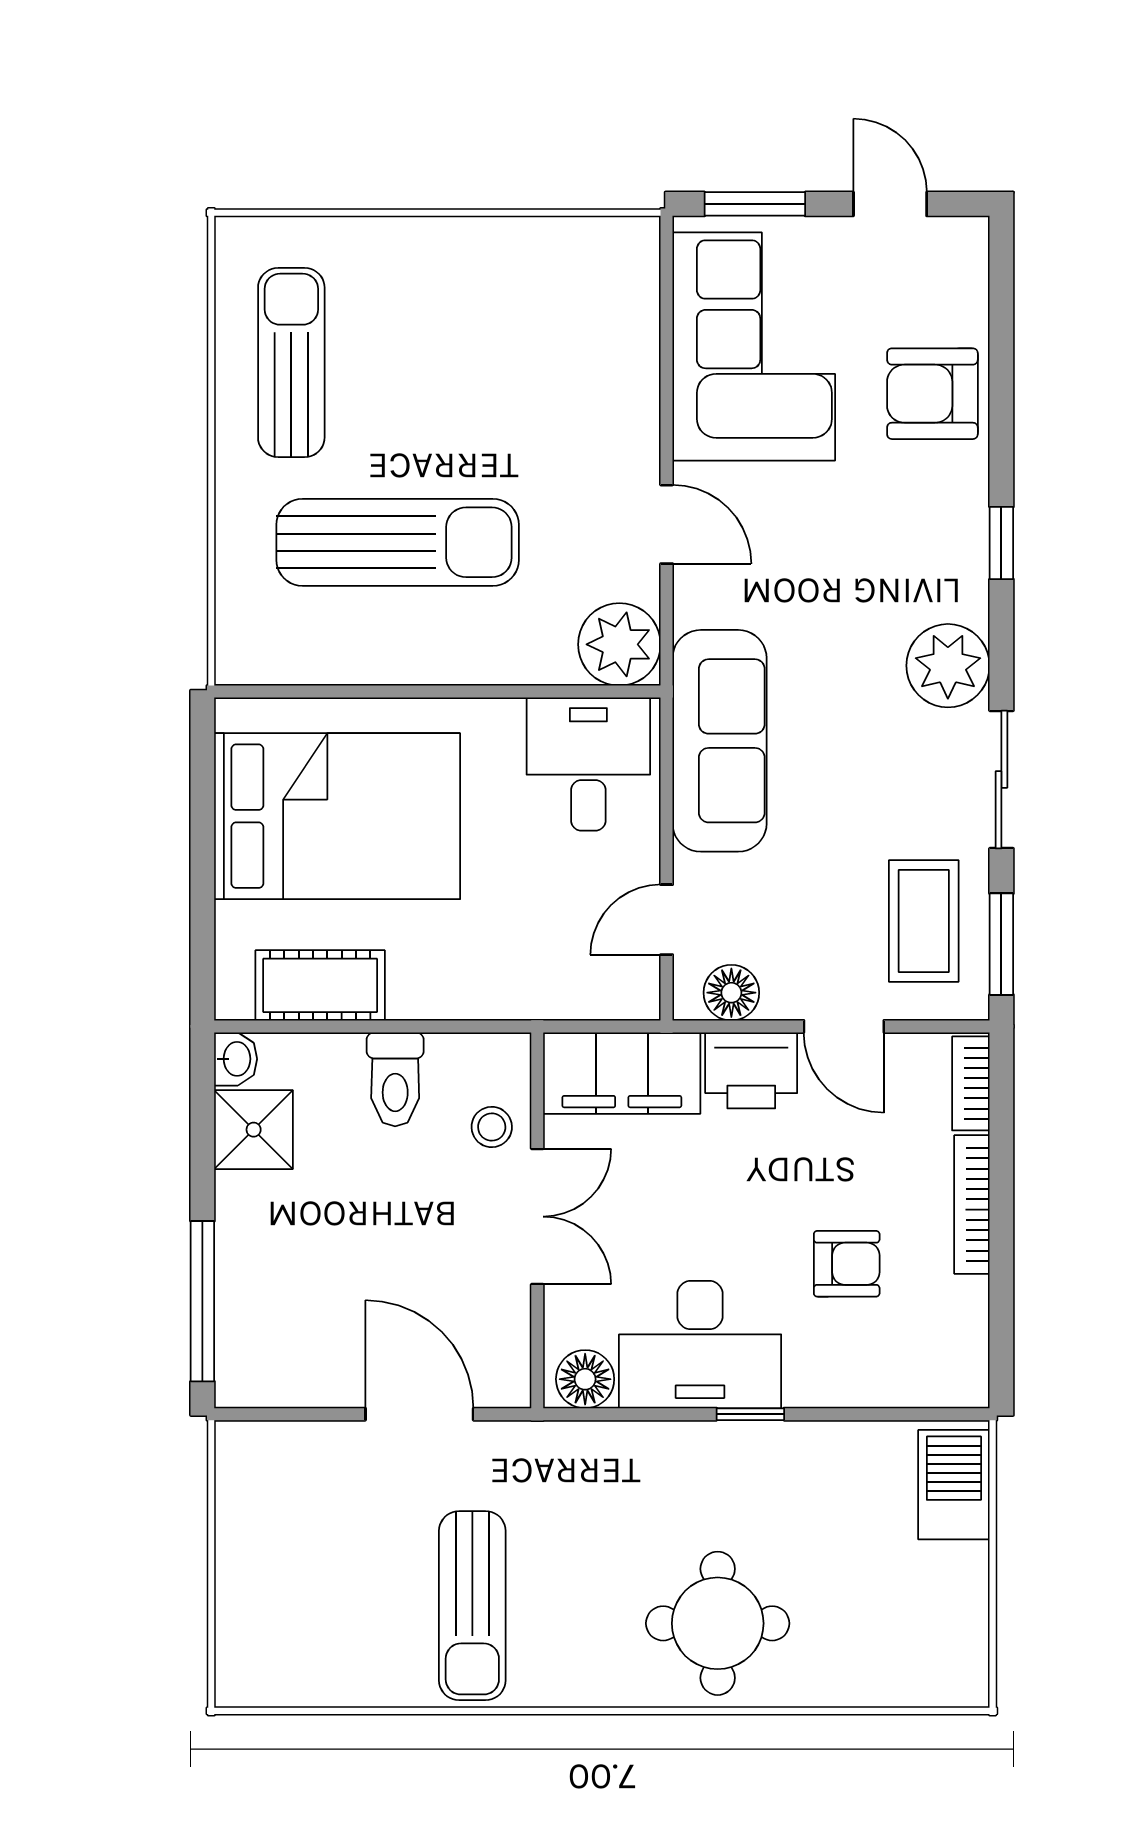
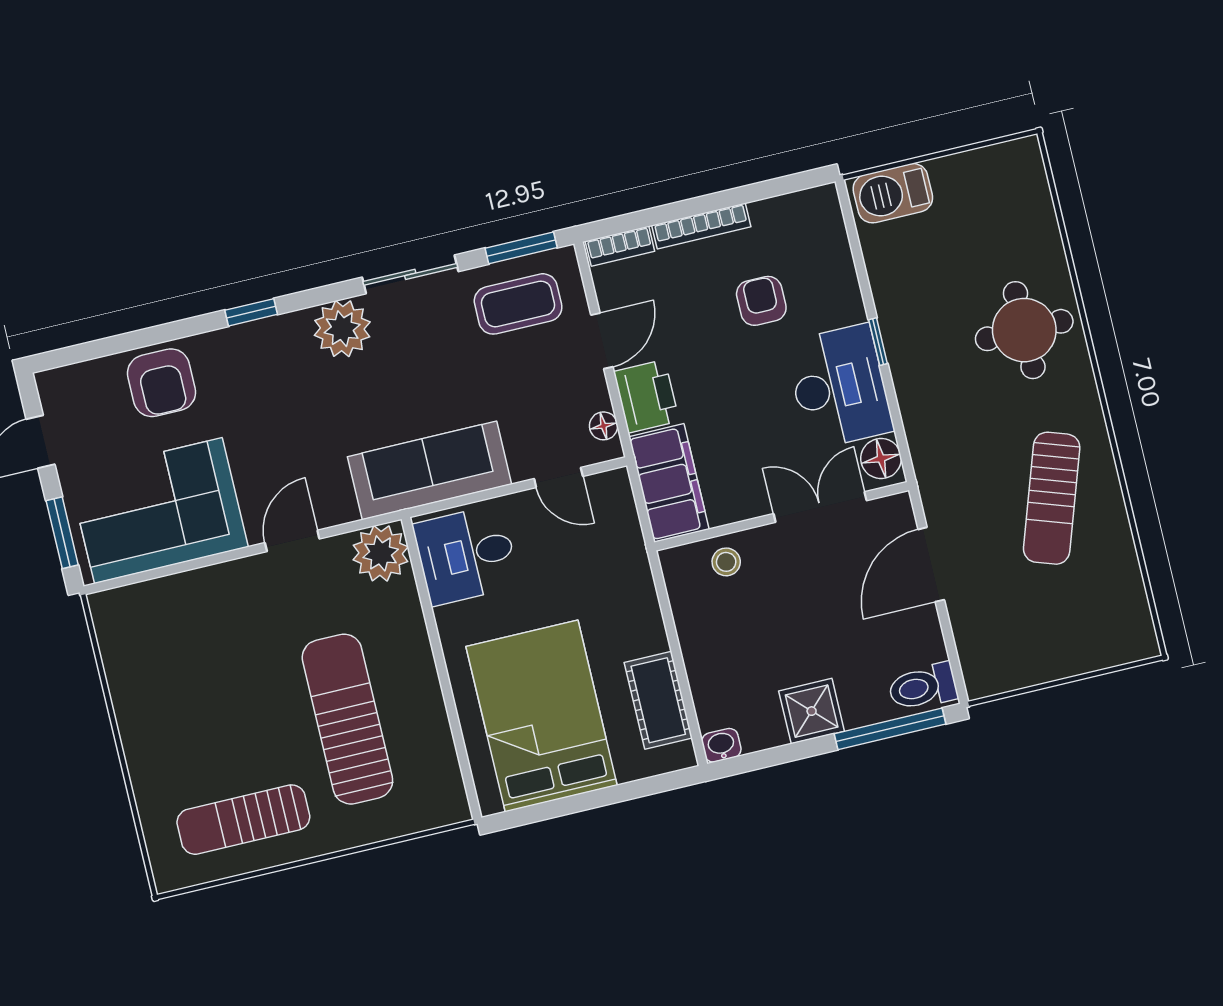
floor lamp: (731, 993) -> (604, 426), width x0.73, depth x0.73
toilet: (395, 1079) -> (923, 687), moved, turned 180
shower: (254, 1130) -> (812, 711), moved
double door: (537, 1217) -> (820, 507), moved
sun lounger: (472, 1606) -> (1052, 498), turned 109

